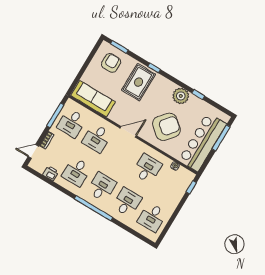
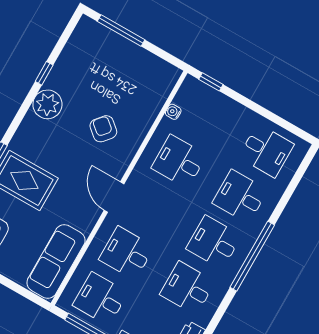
desk: (72, 123) -> (100, 299), turned 180
armchair: (166, 127) -> (103, 129), width x0.53, depth x0.53
desk: (97, 138) -> (126, 253), turned 180
bar counter: (203, 142) -> (129, 64), removed
desk: (77, 172) -> (188, 288), turned 180

